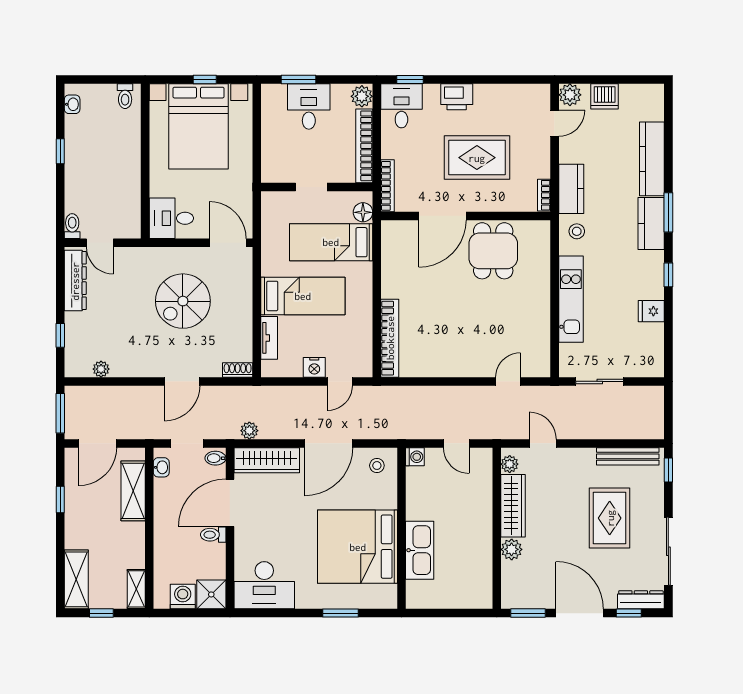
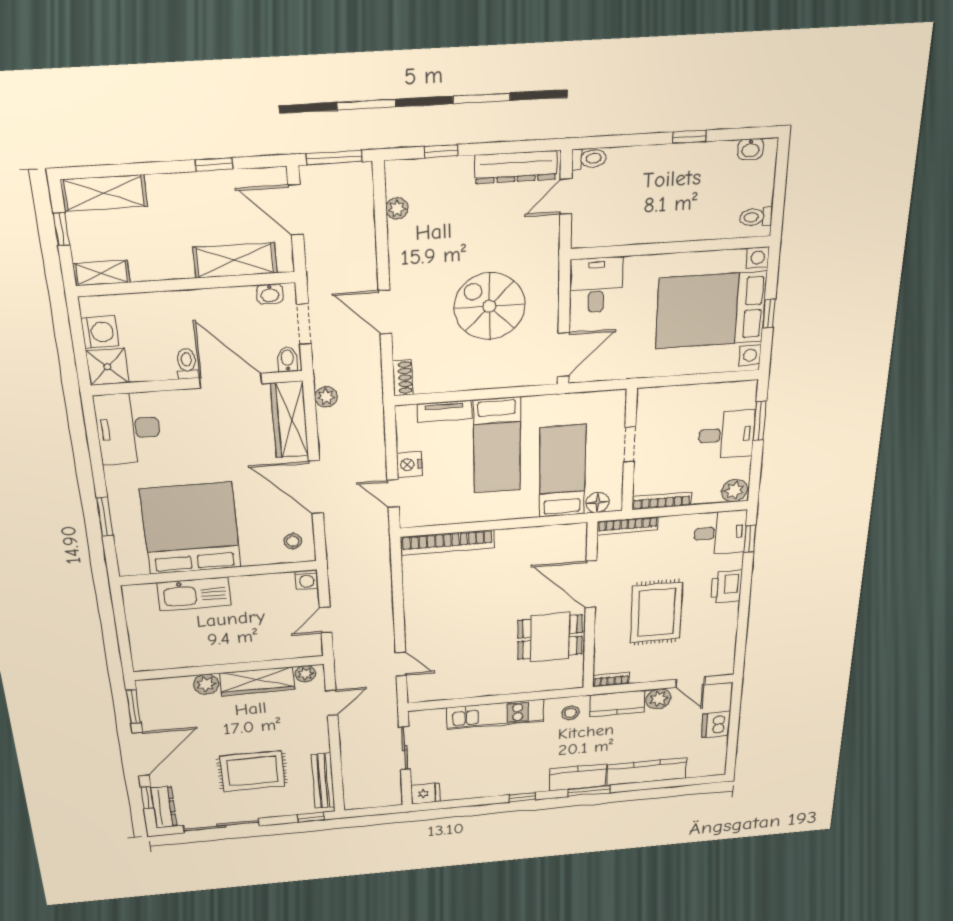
plant: (570, 95) -> (659, 699), moved
bookcase: (364, 146) -> (662, 501), width x0.68, depth x0.76
fridge: (651, 311) -> (425, 794), moved, turned 90

